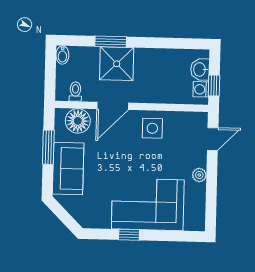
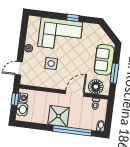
window: (111, 42) -> (72, 131), width x2.11
shower: (117, 64) -> (59, 116), moved
side table: (152, 128) -> (51, 63), moved

